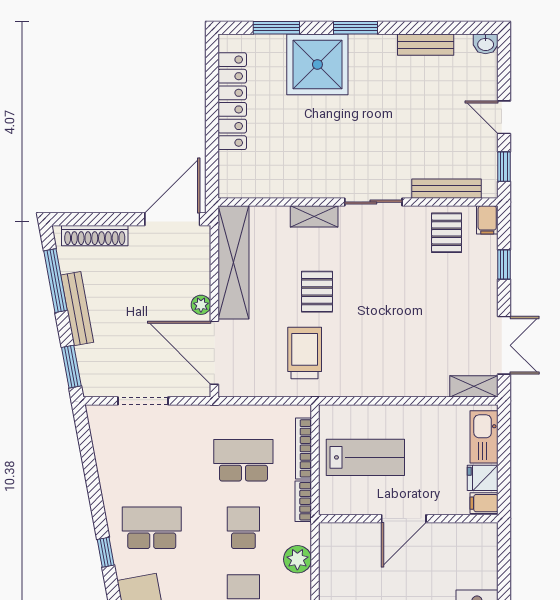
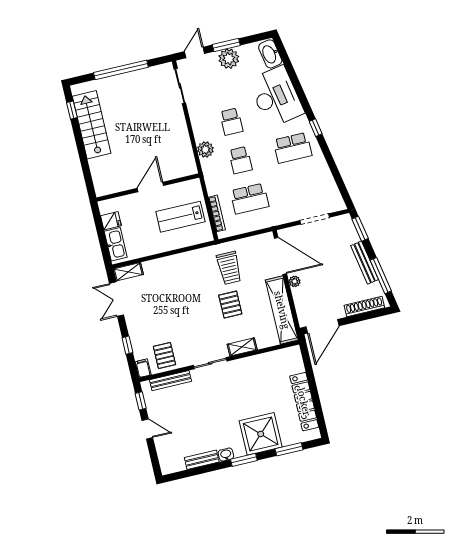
washbasin: (486, 44) -> (226, 455), moved
bookcase: (303, 501) -> (210, 183), removed
filing cabinet: (484, 503) -> (107, 207), removed

